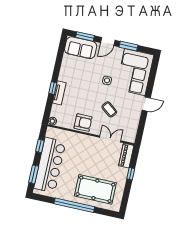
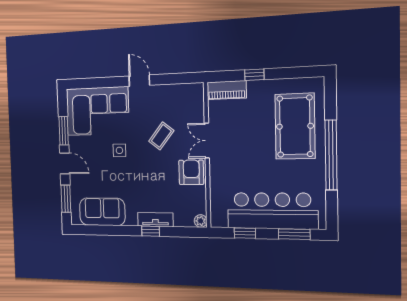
sofa: (81, 48) -> (102, 212), moved, turned -90
double door: (110, 139) -> (207, 141), moved

